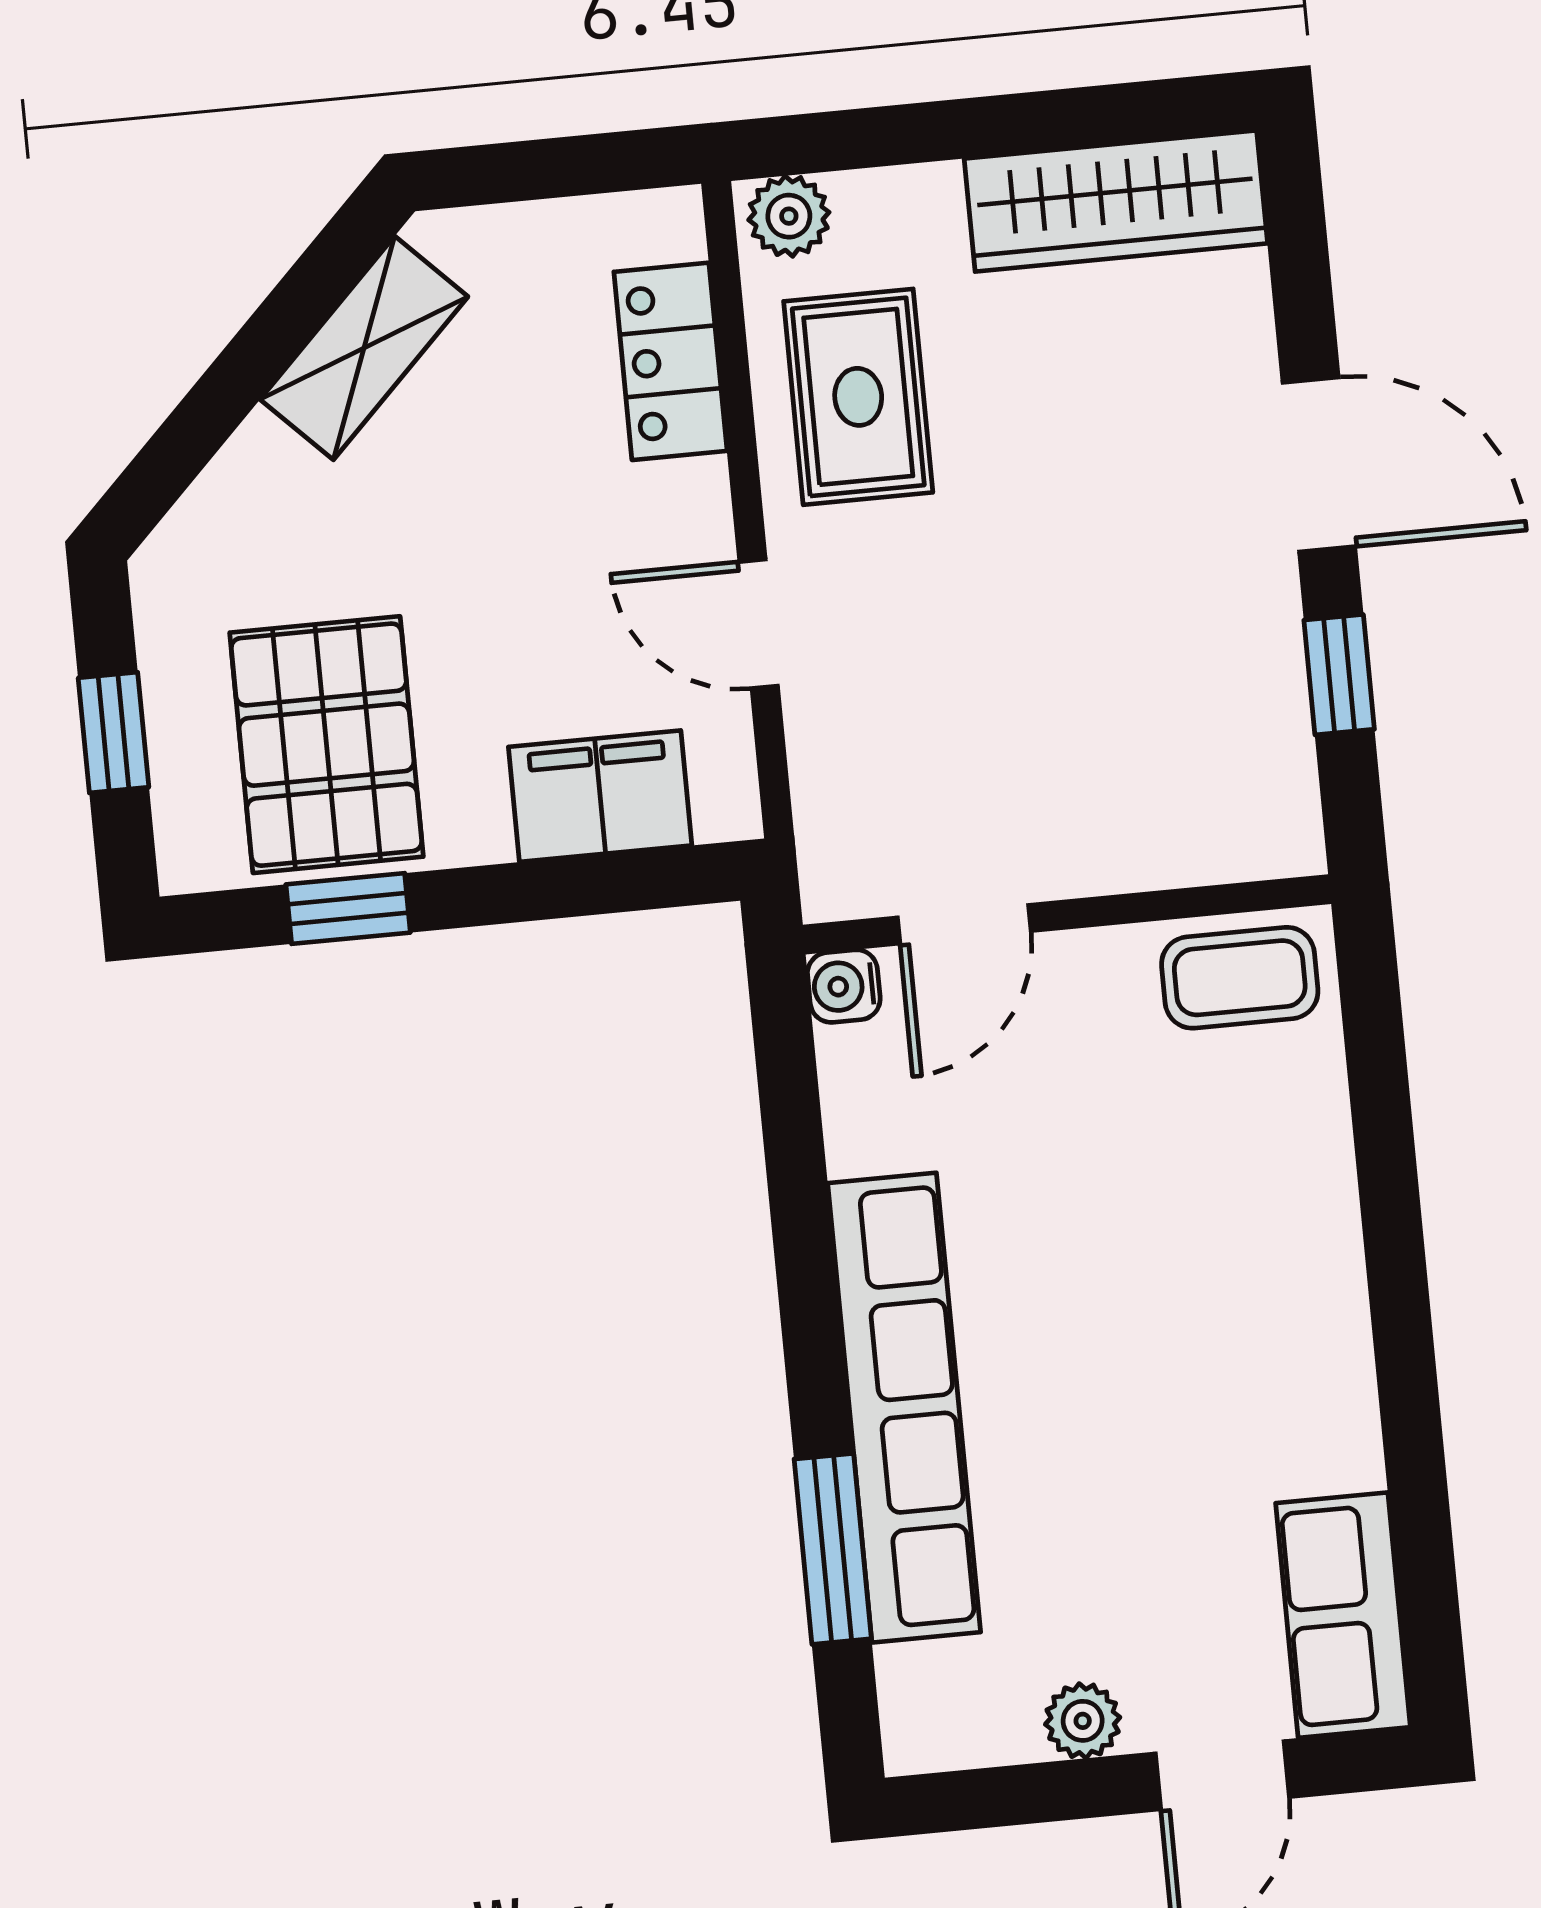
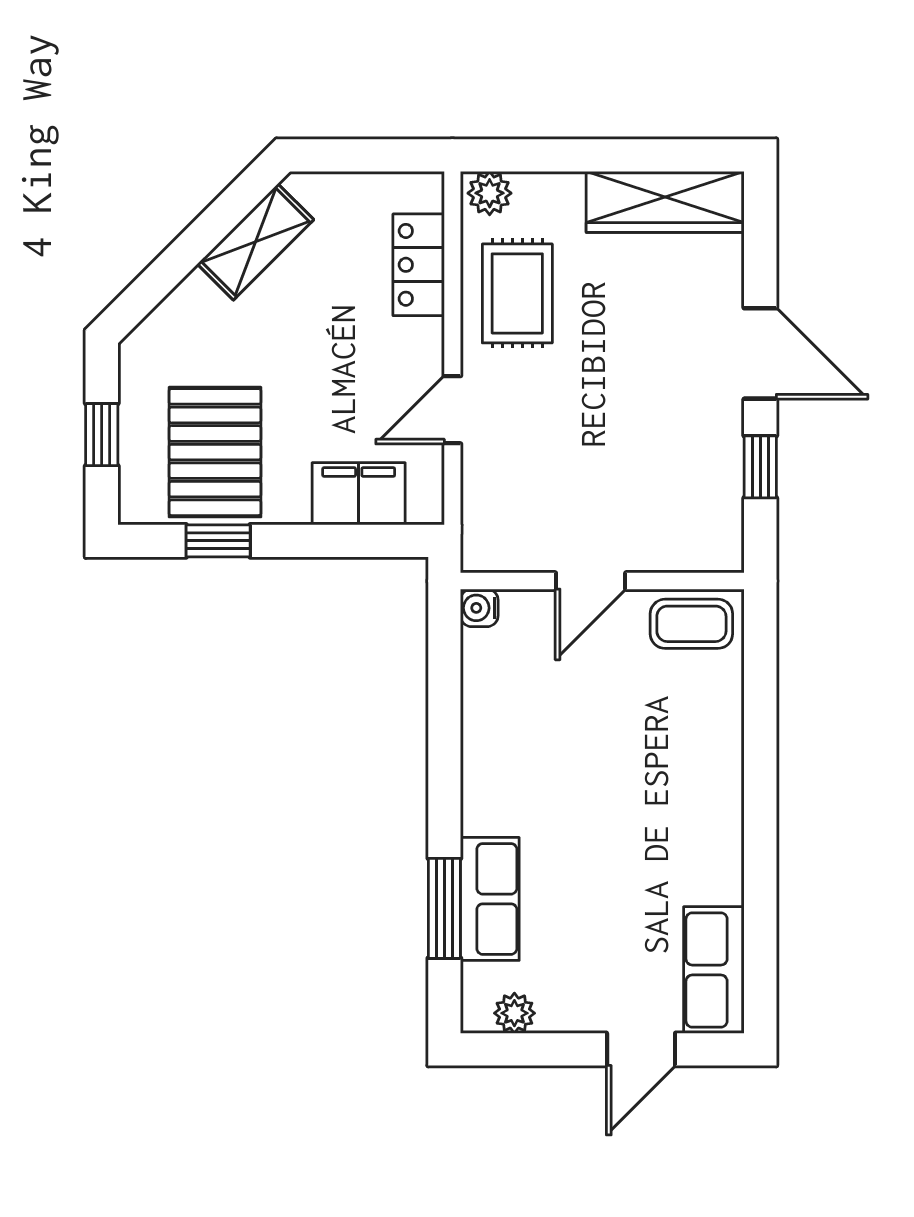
door: (759, 624) -> (452, 410), hinge flipped
door: (964, 924) -> (591, 581), moved
row of seats: (904, 1408) -> (490, 899), width x0.50
plant: (1083, 1721) -> (514, 1013), moved

